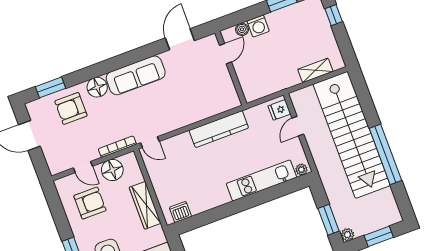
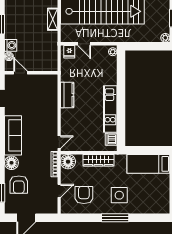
kitchen counter: (219, 129) -> (67, 95), width x0.67
floor lamp: (112, 170) -> (68, 162), moved
kitchen unit: (261, 180) -> (110, 109), moved
window: (329, 220) -> (151, 46), removed

